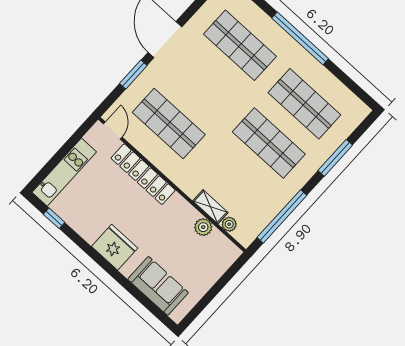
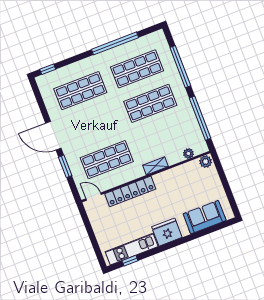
window: (300, 38) -> (115, 43), moved
window: (335, 158) -> (180, 67), width x1.46
kitchen unit: (64, 172) -> (132, 249), moved, turned -90
shelving: (210, 207) -> (156, 166), moved
plant: (203, 227) -> (206, 162), moved

